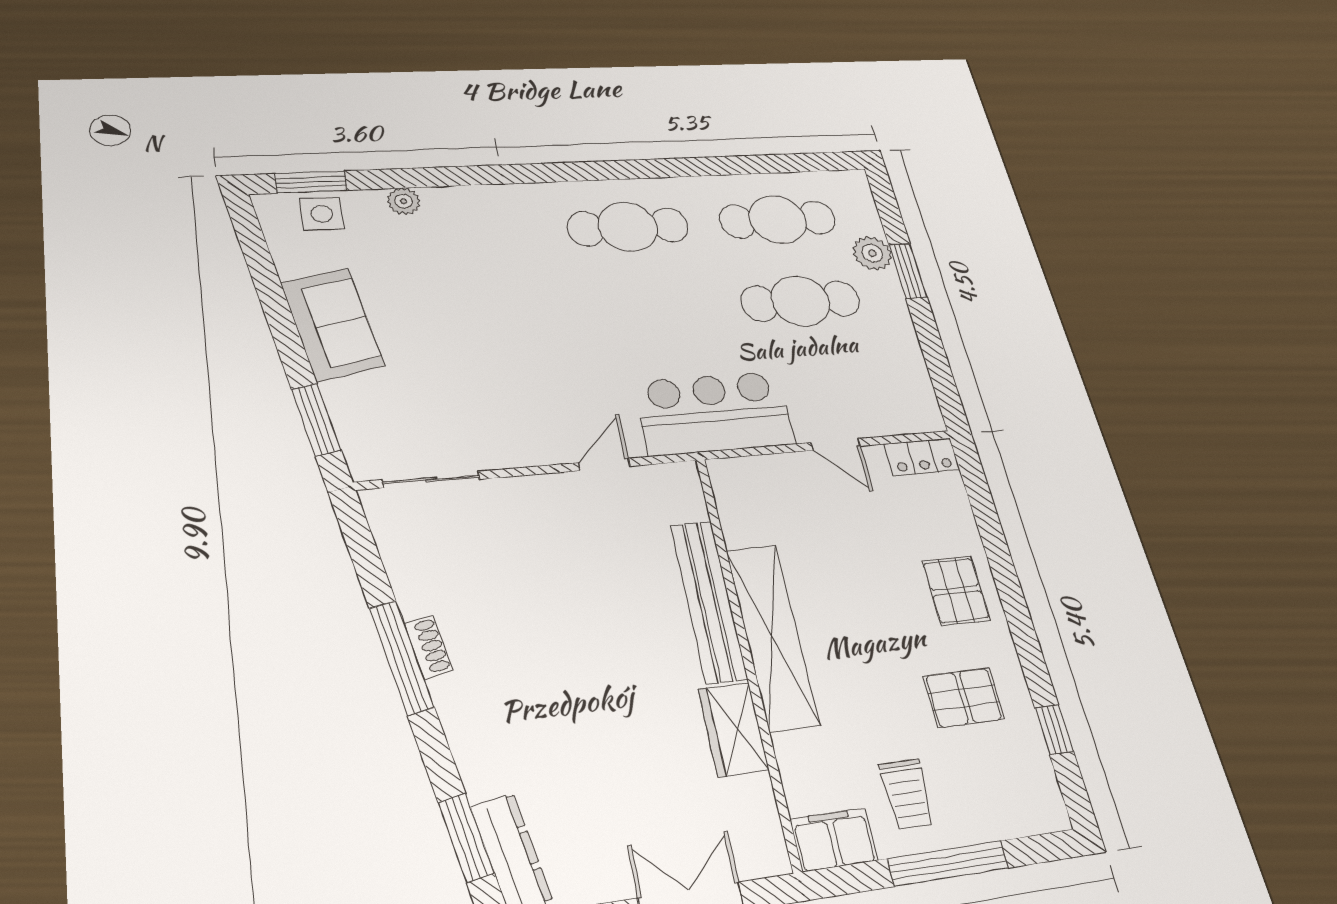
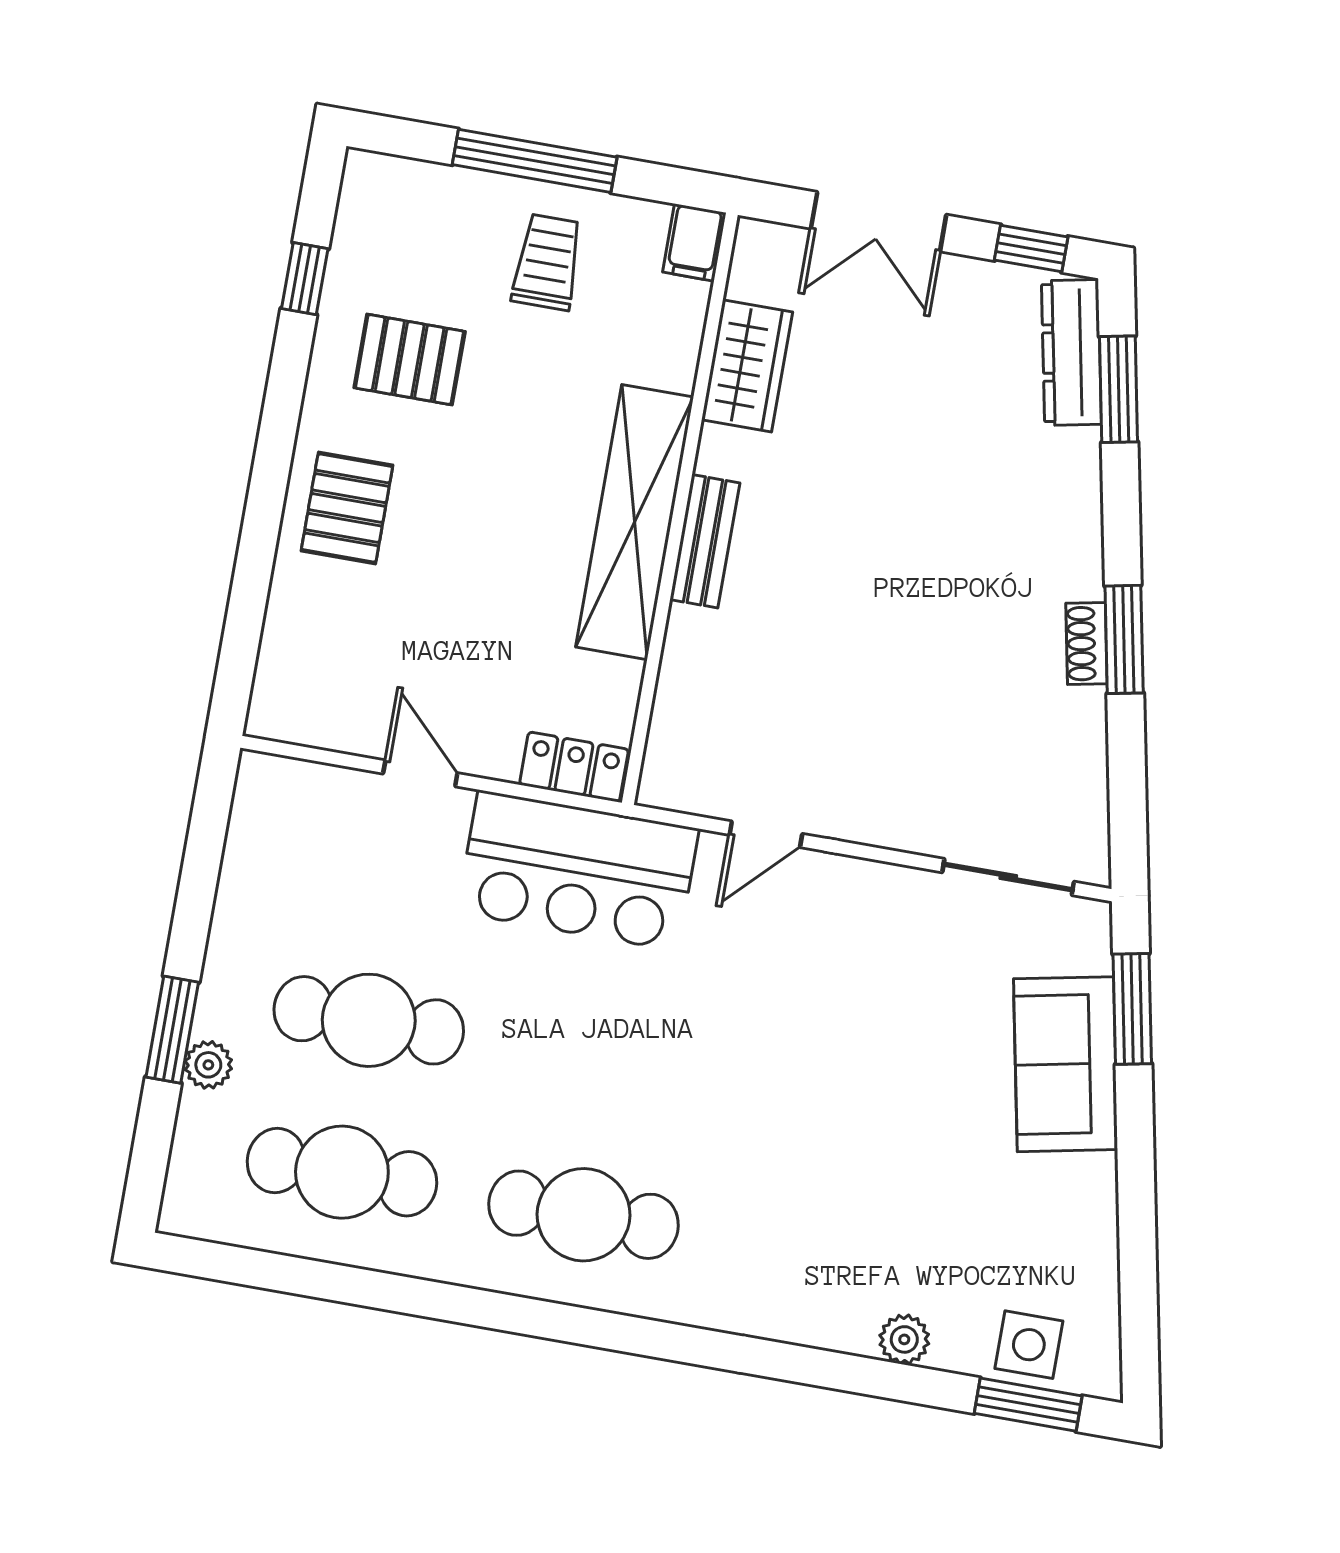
plant: (872, 253) -> (208, 1065), width x0.73, depth x0.73
sofa: (332, 324) -> (1066, 1064), moved
locker: (922, 457) -> (574, 767), moved
bench: (709, 601) -> (705, 541), width x0.54, depth x0.82
window: (401, 657) -> (1124, 639), width x0.69
wardrobe: (734, 729) -> (747, 366), moved
filing cabinet: (834, 840) -> (694, 242), width x0.50

